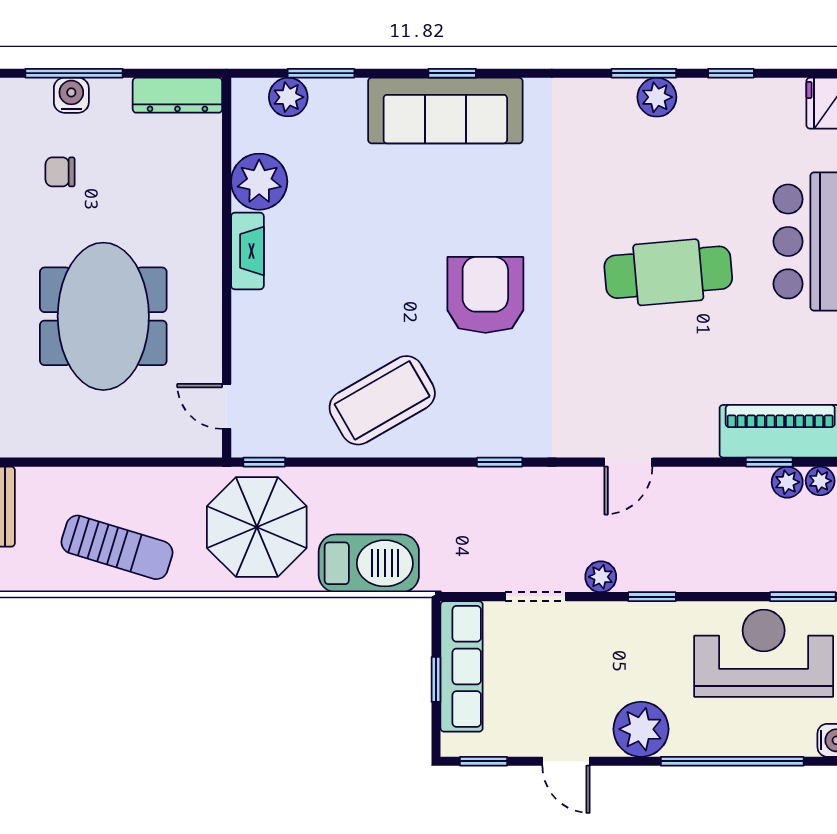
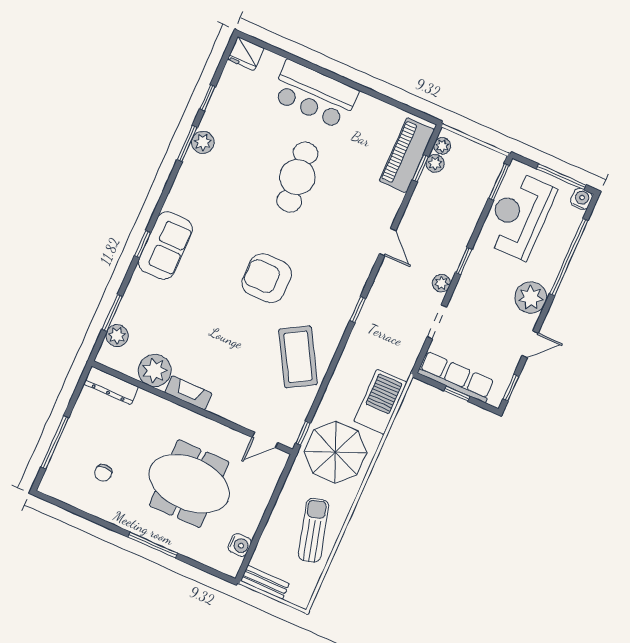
water cooler: (71, 95) -> (240, 545), moved, turned 180
dresser: (177, 95) -> (111, 386), moved, turned 90
sofa: (445, 111) -> (165, 246), width x0.73
sun lounger: (117, 547) -> (313, 530), turned -32

